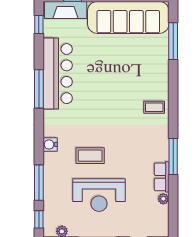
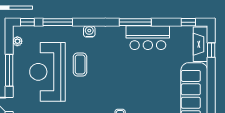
bar counter: (58, 74) -> (148, 38), width x0.73
reception desk: (99, 195) -> (47, 72), width x1.36, depth x1.30

